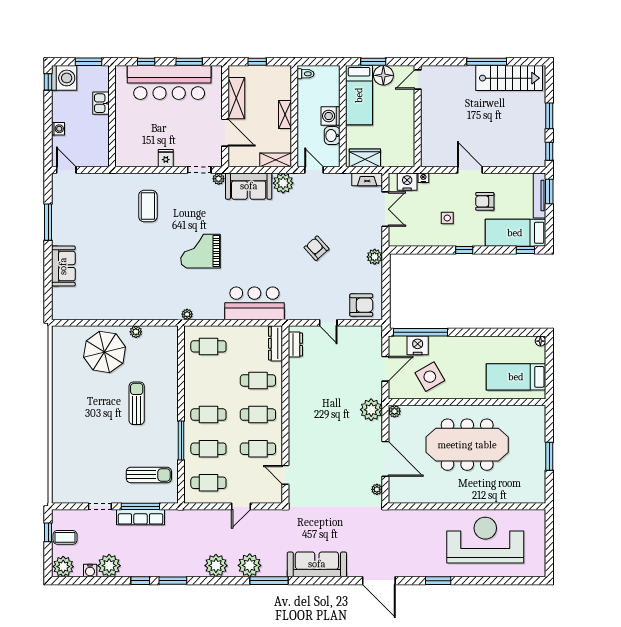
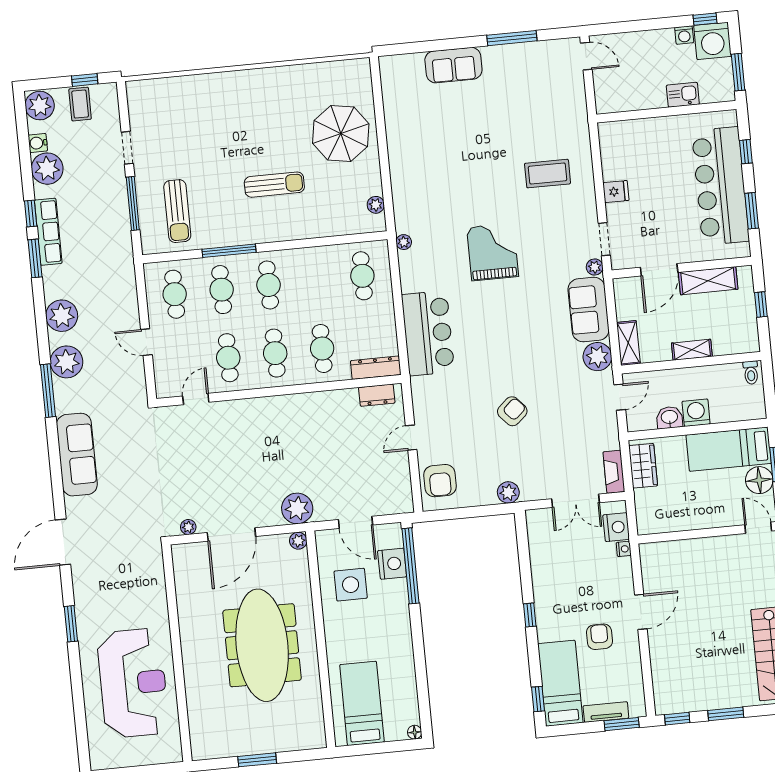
washing machine: (58, 129) -> (684, 35), moved
door: (66, 170) -> (586, 56), hinge flipped
tv unit: (539, 195) -> (606, 712), width x0.71
side table: (447, 218) -> (571, 587), removed
plant: (136, 332) -> (376, 205), moved
side table: (430, 377) -> (351, 585), turned 30
row of seats: (140, 517) -> (48, 232), moved, turned 180

